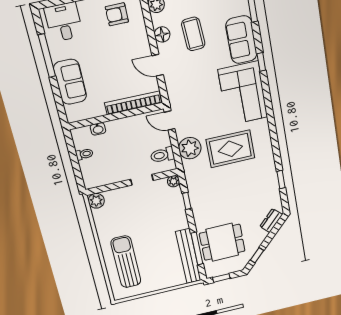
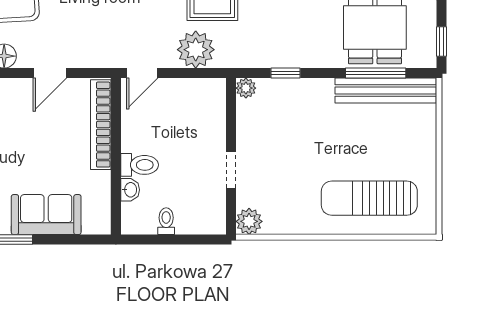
toilet: (162, 155) -> (140, 165), moved, turned -90
doorway: (142, 180) -> (231, 170), moved

